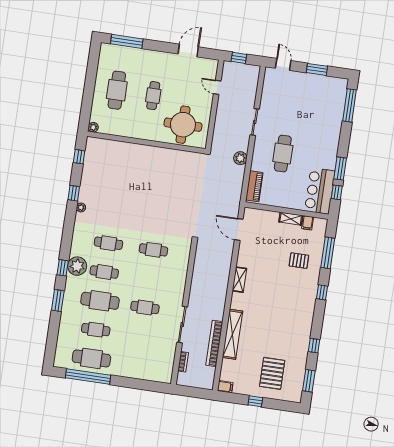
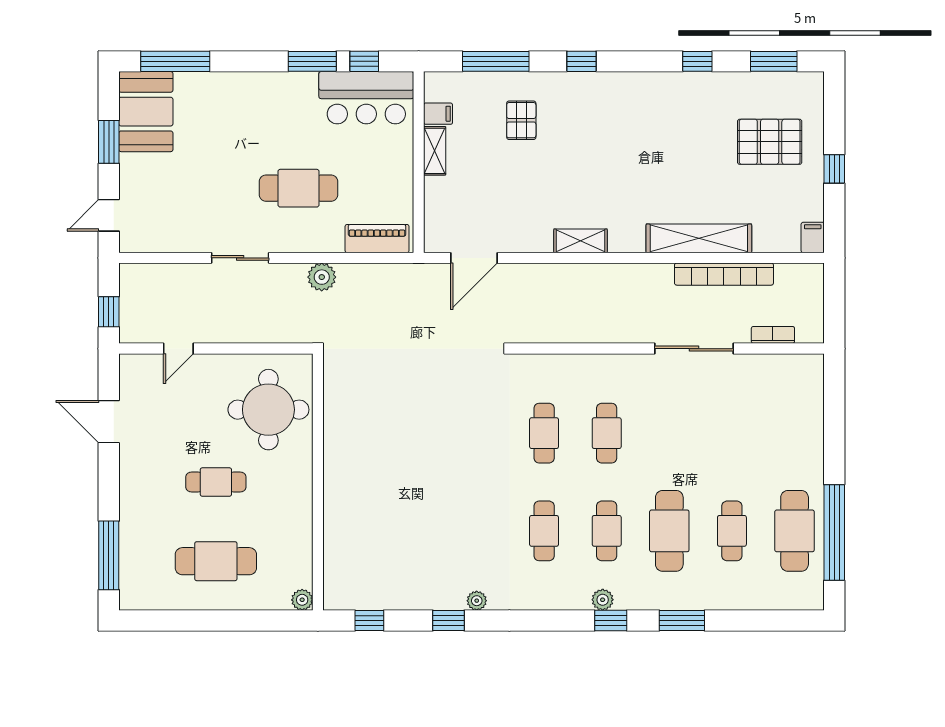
booth: (328, 89) -> (146, 112), added
plant: (77, 266) -> (603, 600), width x0.53, depth x0.53
cafe table: (145, 307) -> (607, 433), moved

